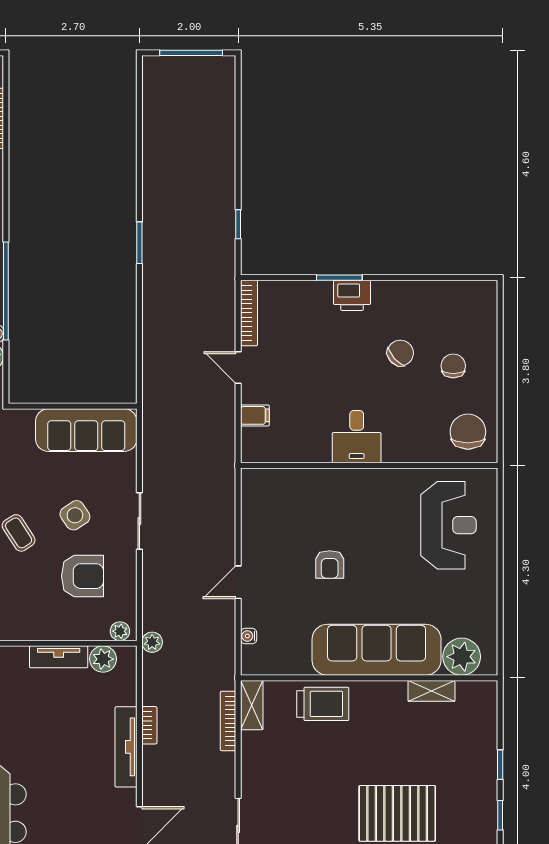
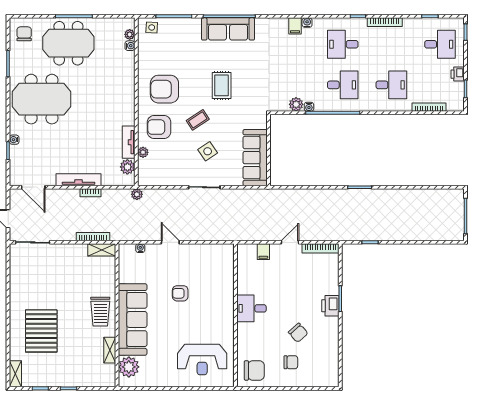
armchair: (83, 576) -> (159, 127), moved, turned 90
plant: (120, 631) -> (143, 152), moved
trolley: (323, 704) -> (100, 312), moved

